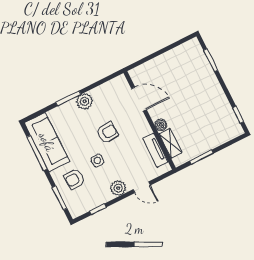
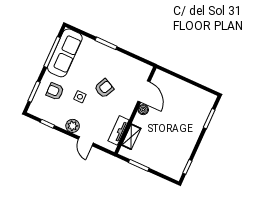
plant: (84, 101) -> (113, 56), removed
boiler: (161, 125) -> (143, 110), moved
armchair: (107, 133) -> (104, 88), turned -60

